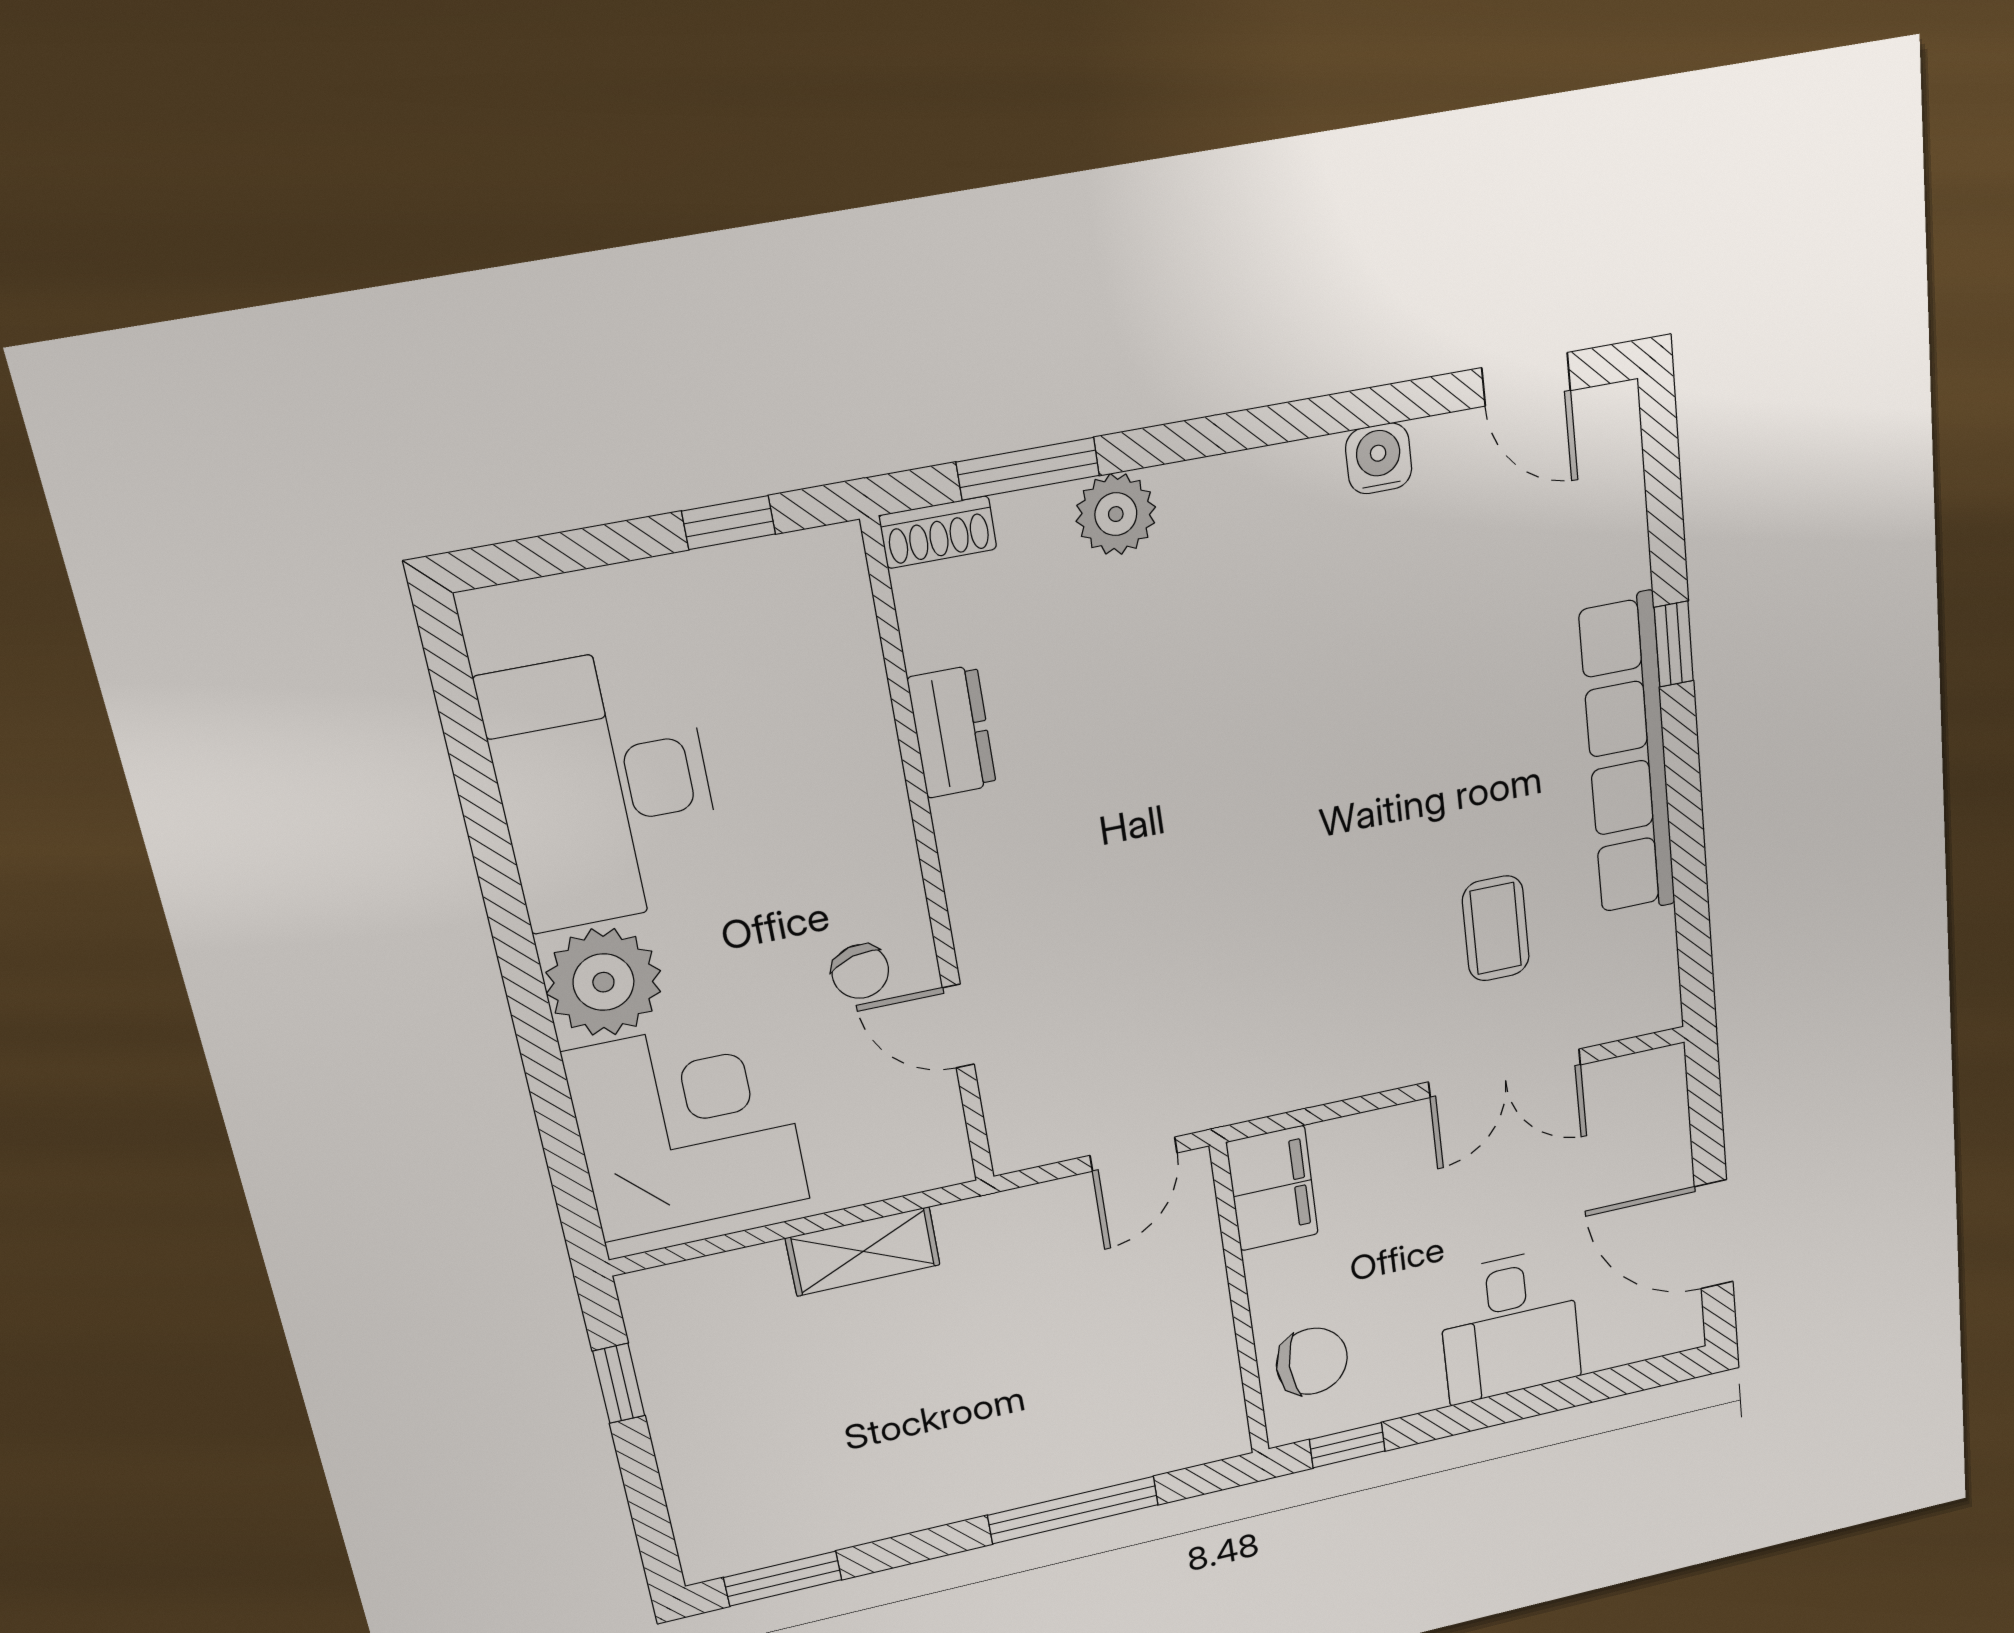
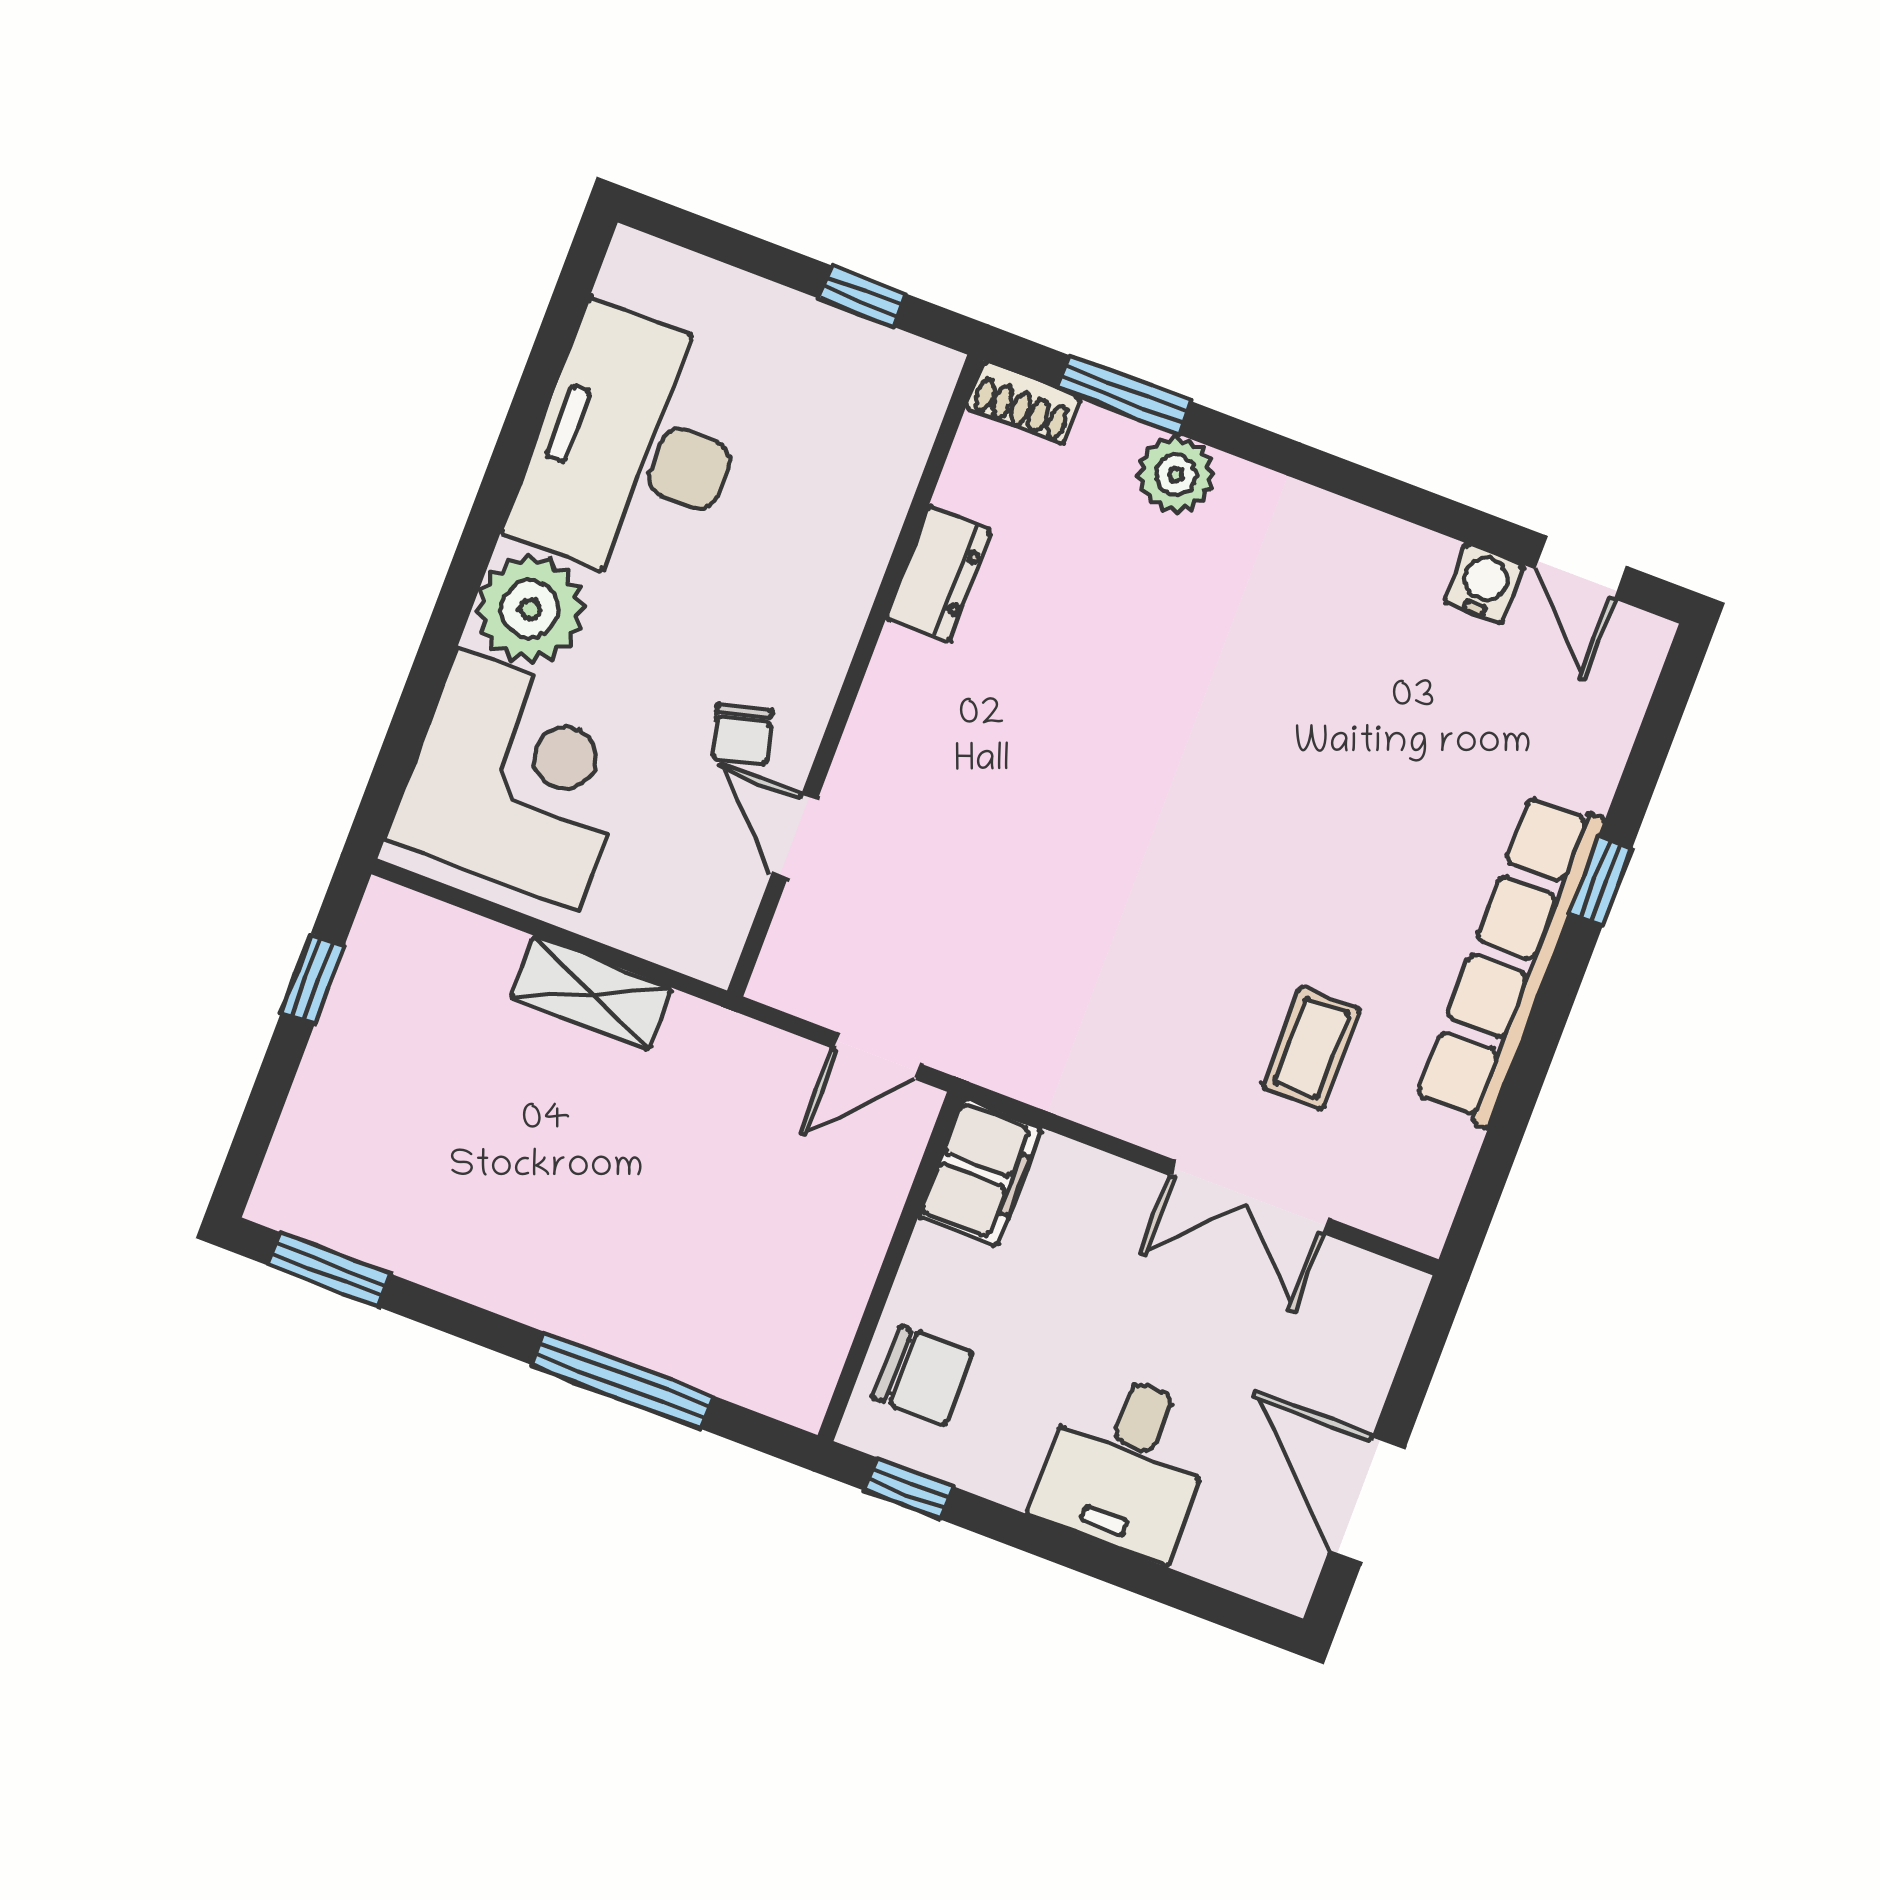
water cooler: (1379, 458) -> (1484, 583), moved

